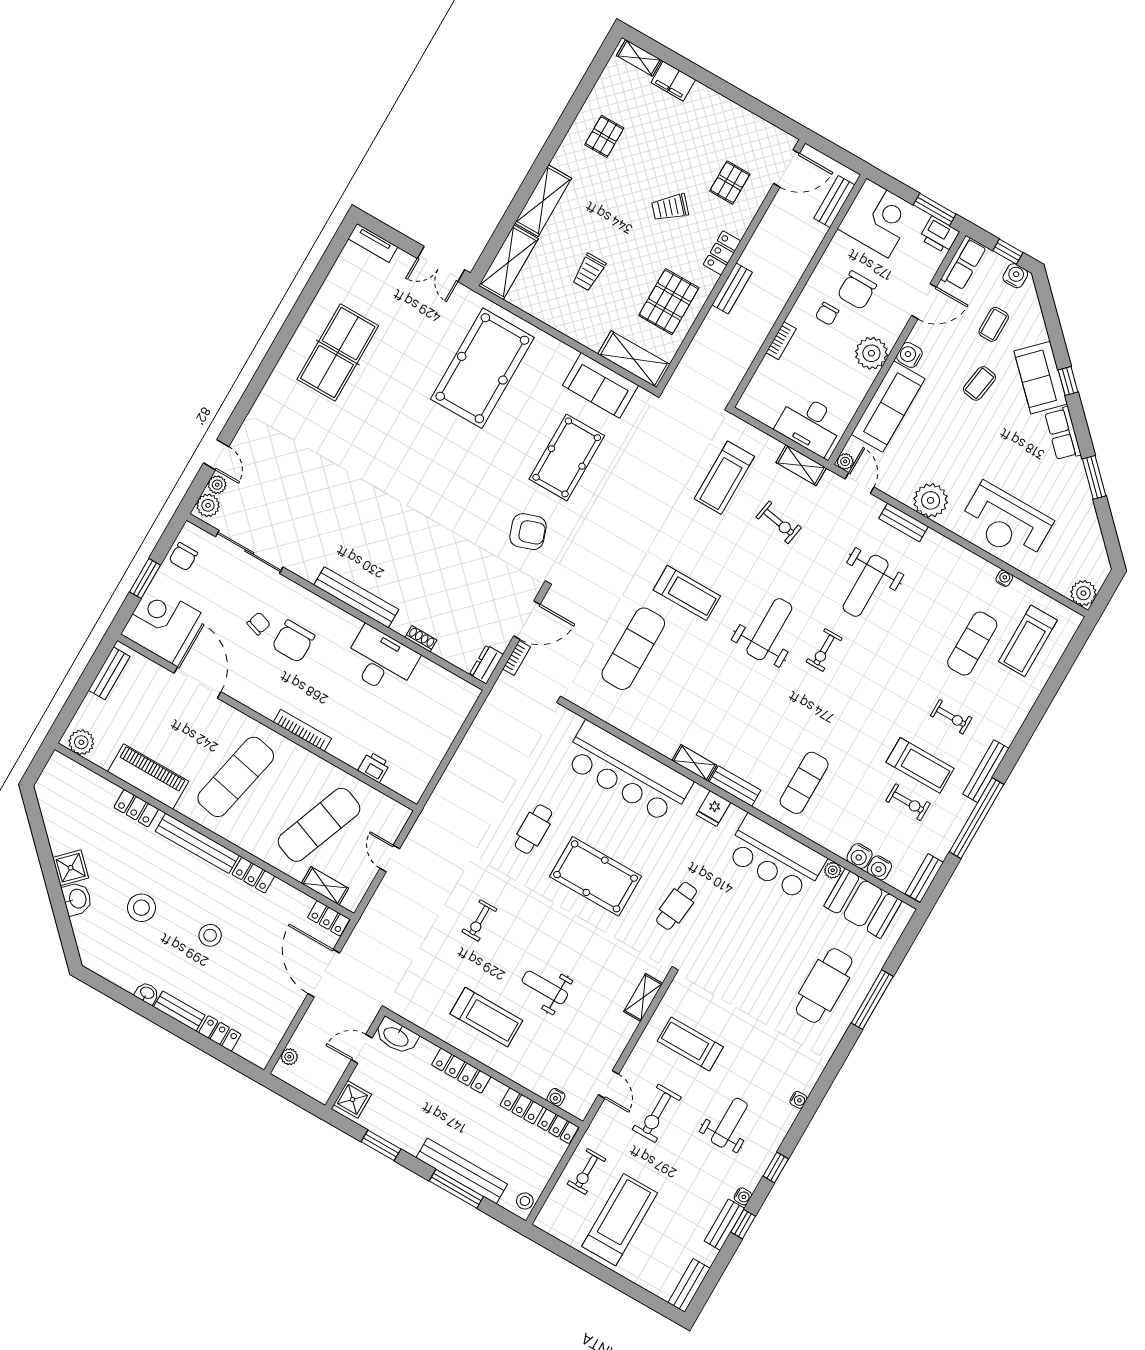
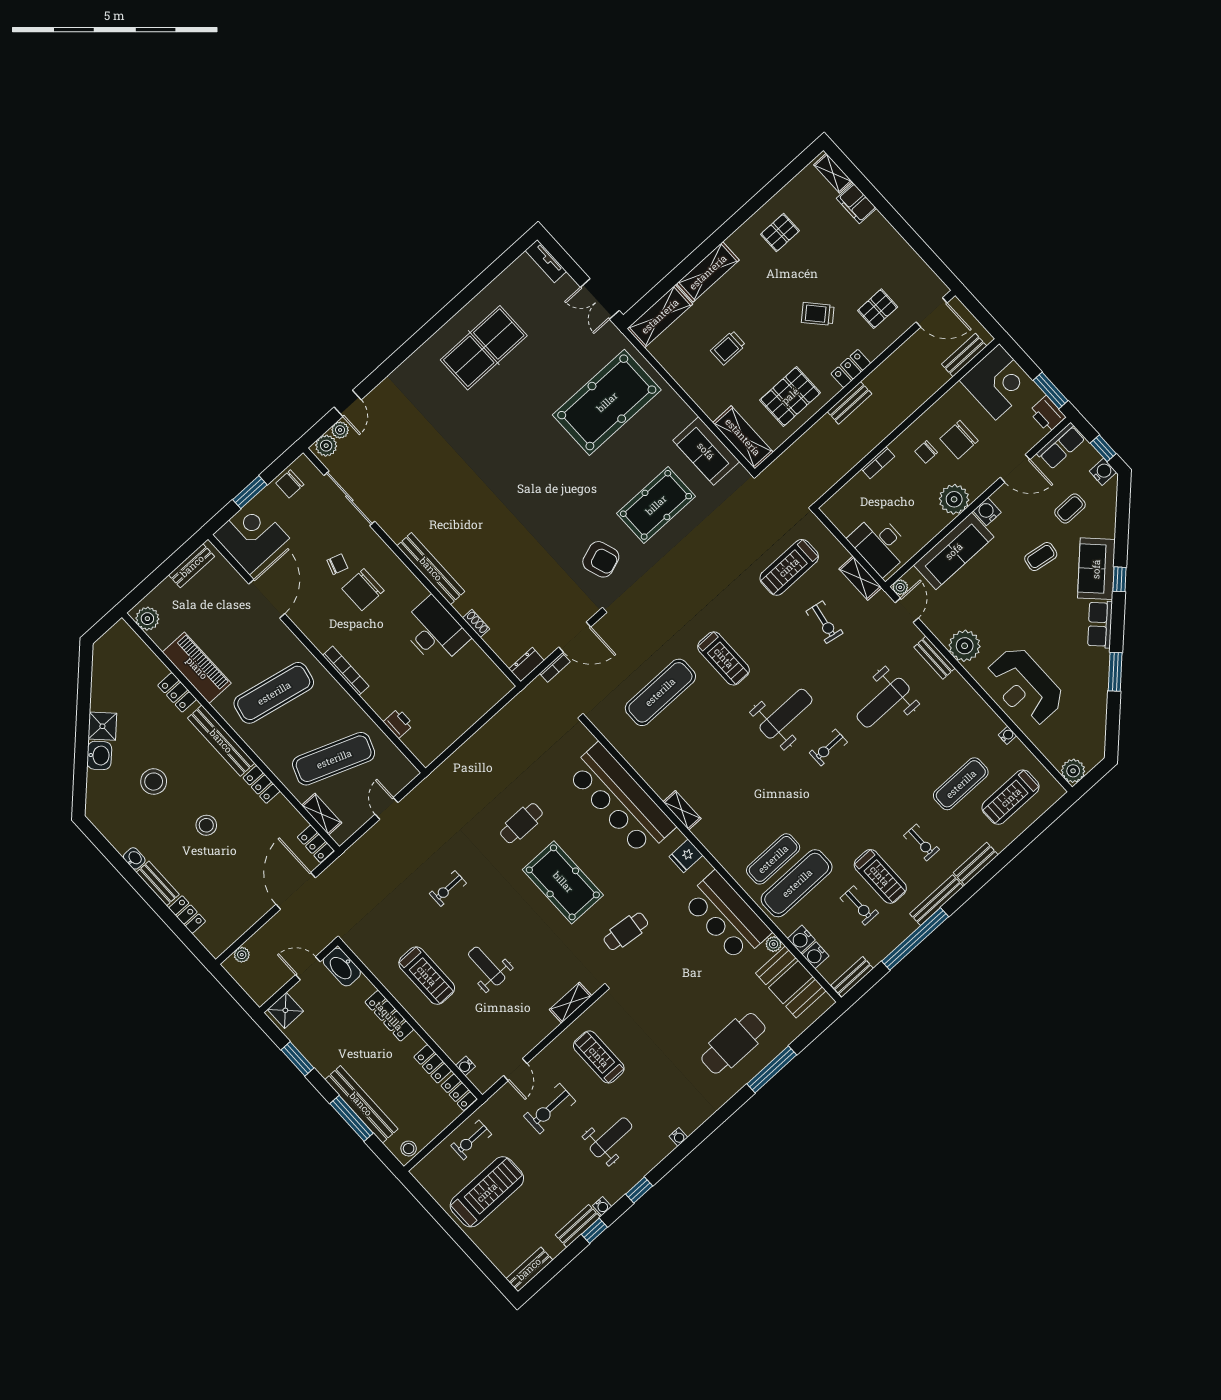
bench: (735, 786) -> (976, 864), moved, turned 90
exercise mat: (836, 800) -> (797, 883), added

